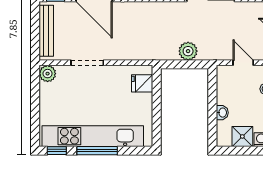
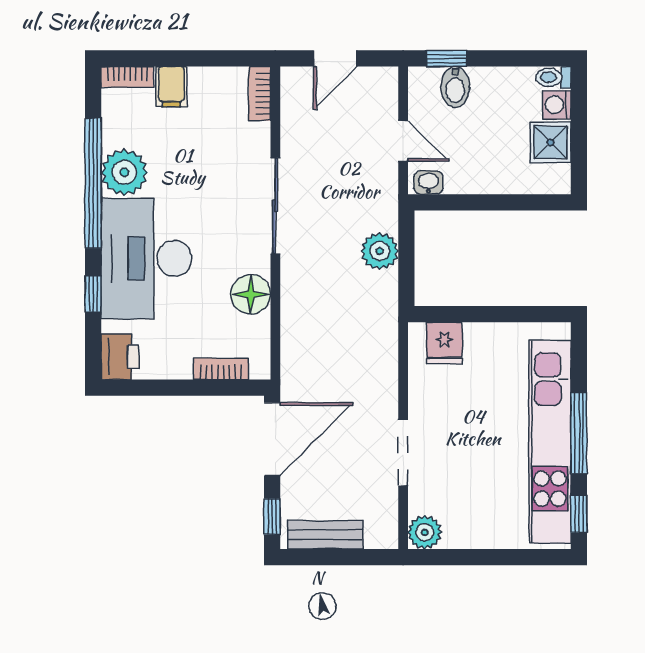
bench: (46, 31) -> (326, 535), width x0.73
door: (243, 63) -> (403, 141), swing flipped
washbasin: (222, 113) -> (428, 183), moved

